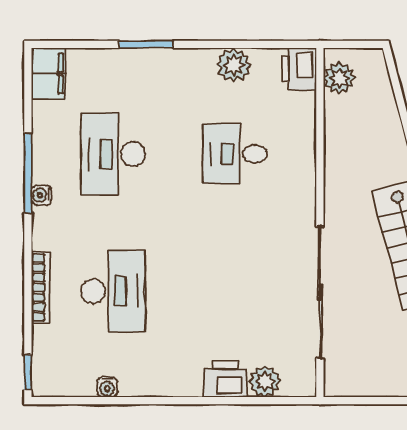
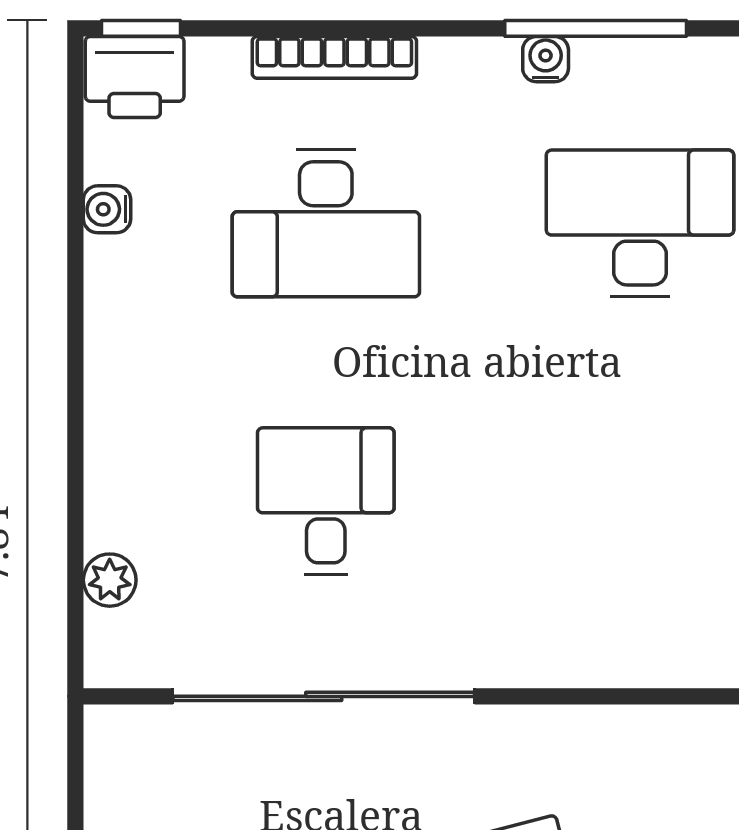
desk: (235, 154) -> (326, 501), moved
printer: (225, 379) -> (135, 77), moved, turned 90
plant: (265, 381) -> (110, 580), width x0.73, depth x0.73

